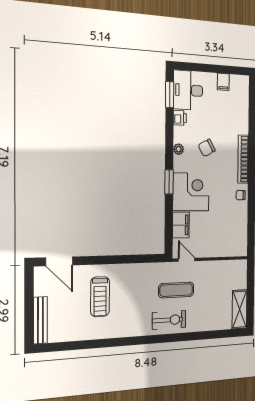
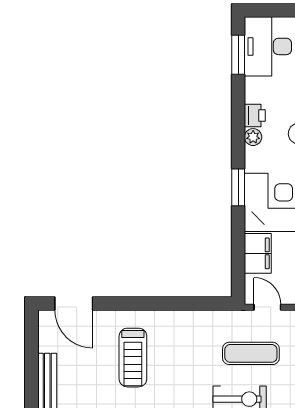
printer: (180, 118) -> (255, 115), moved

